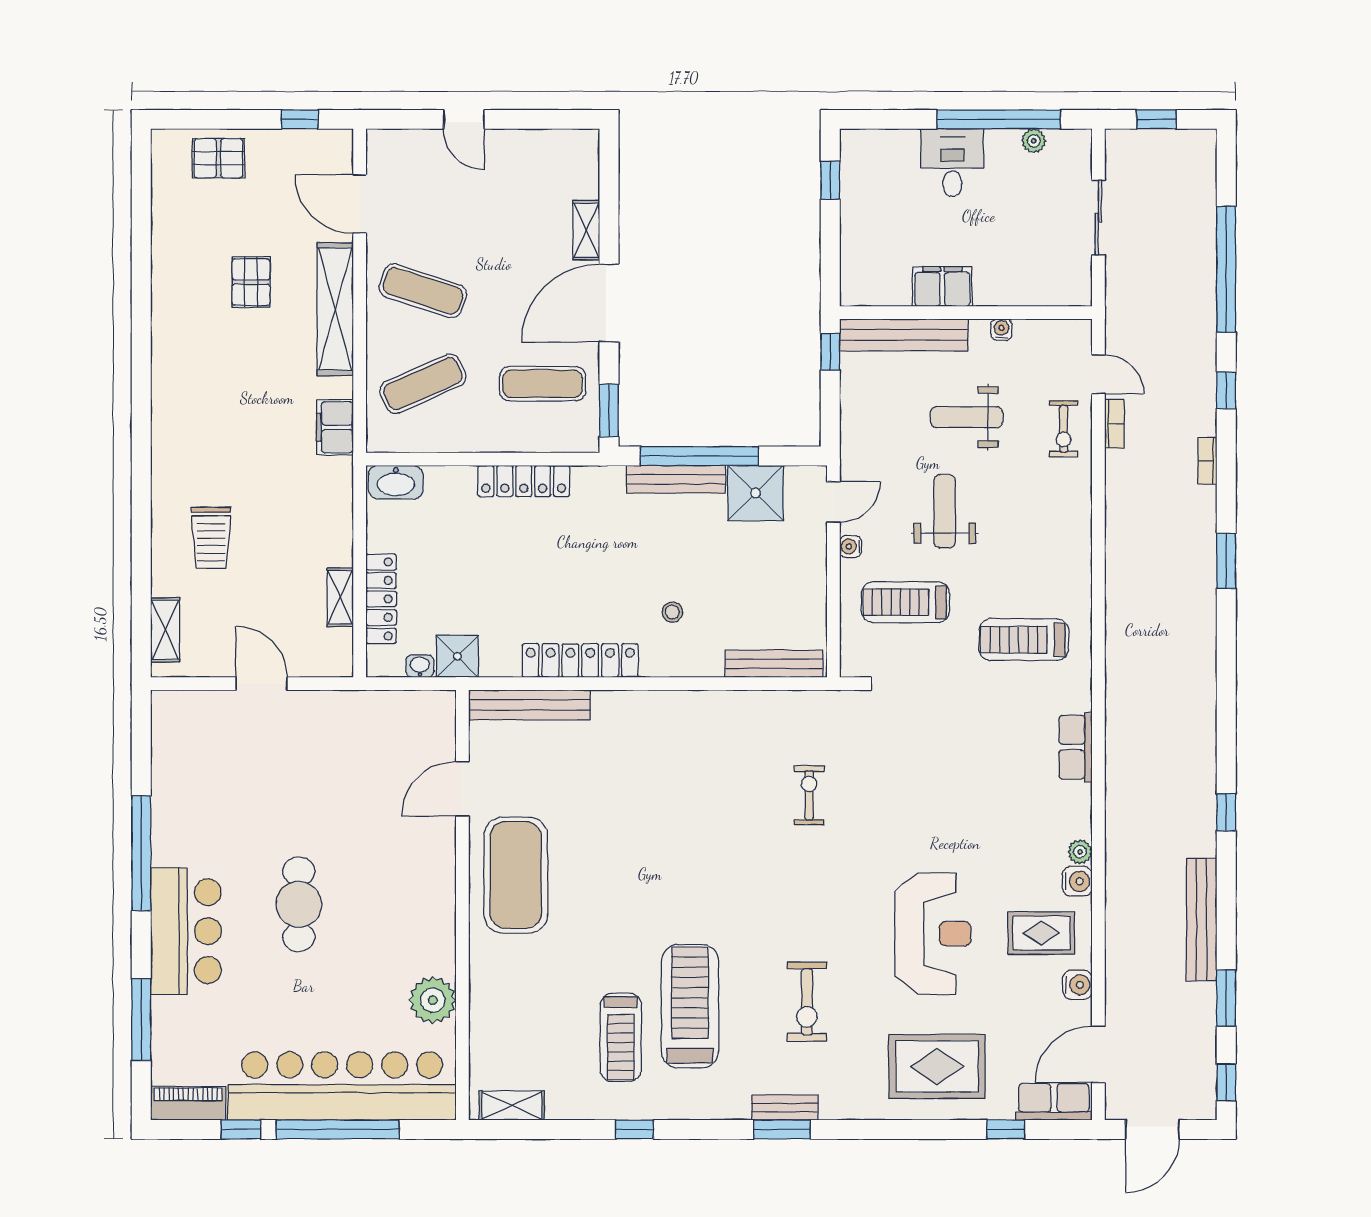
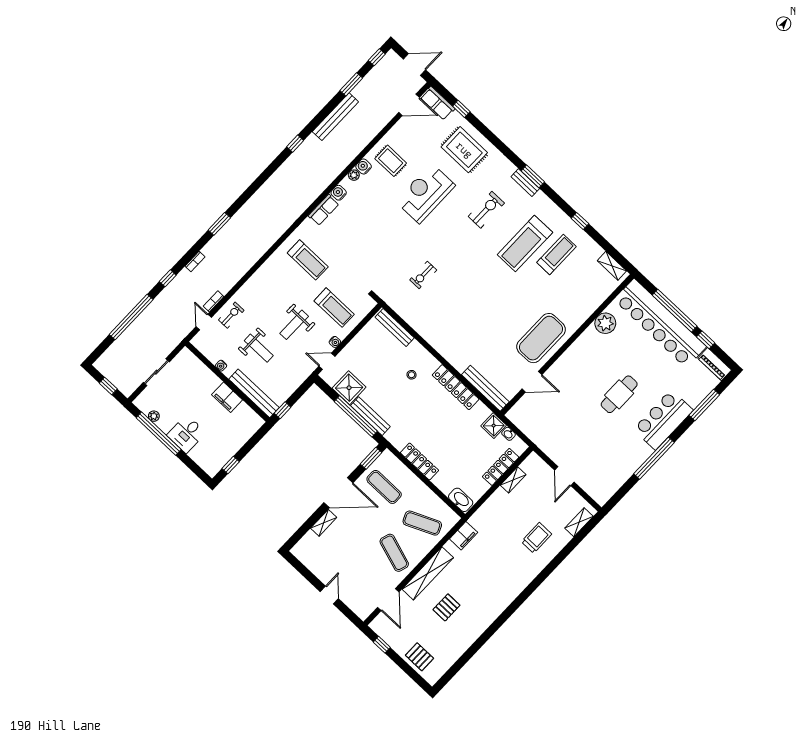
water cooler: (1077, 985) -> (339, 193), moved

